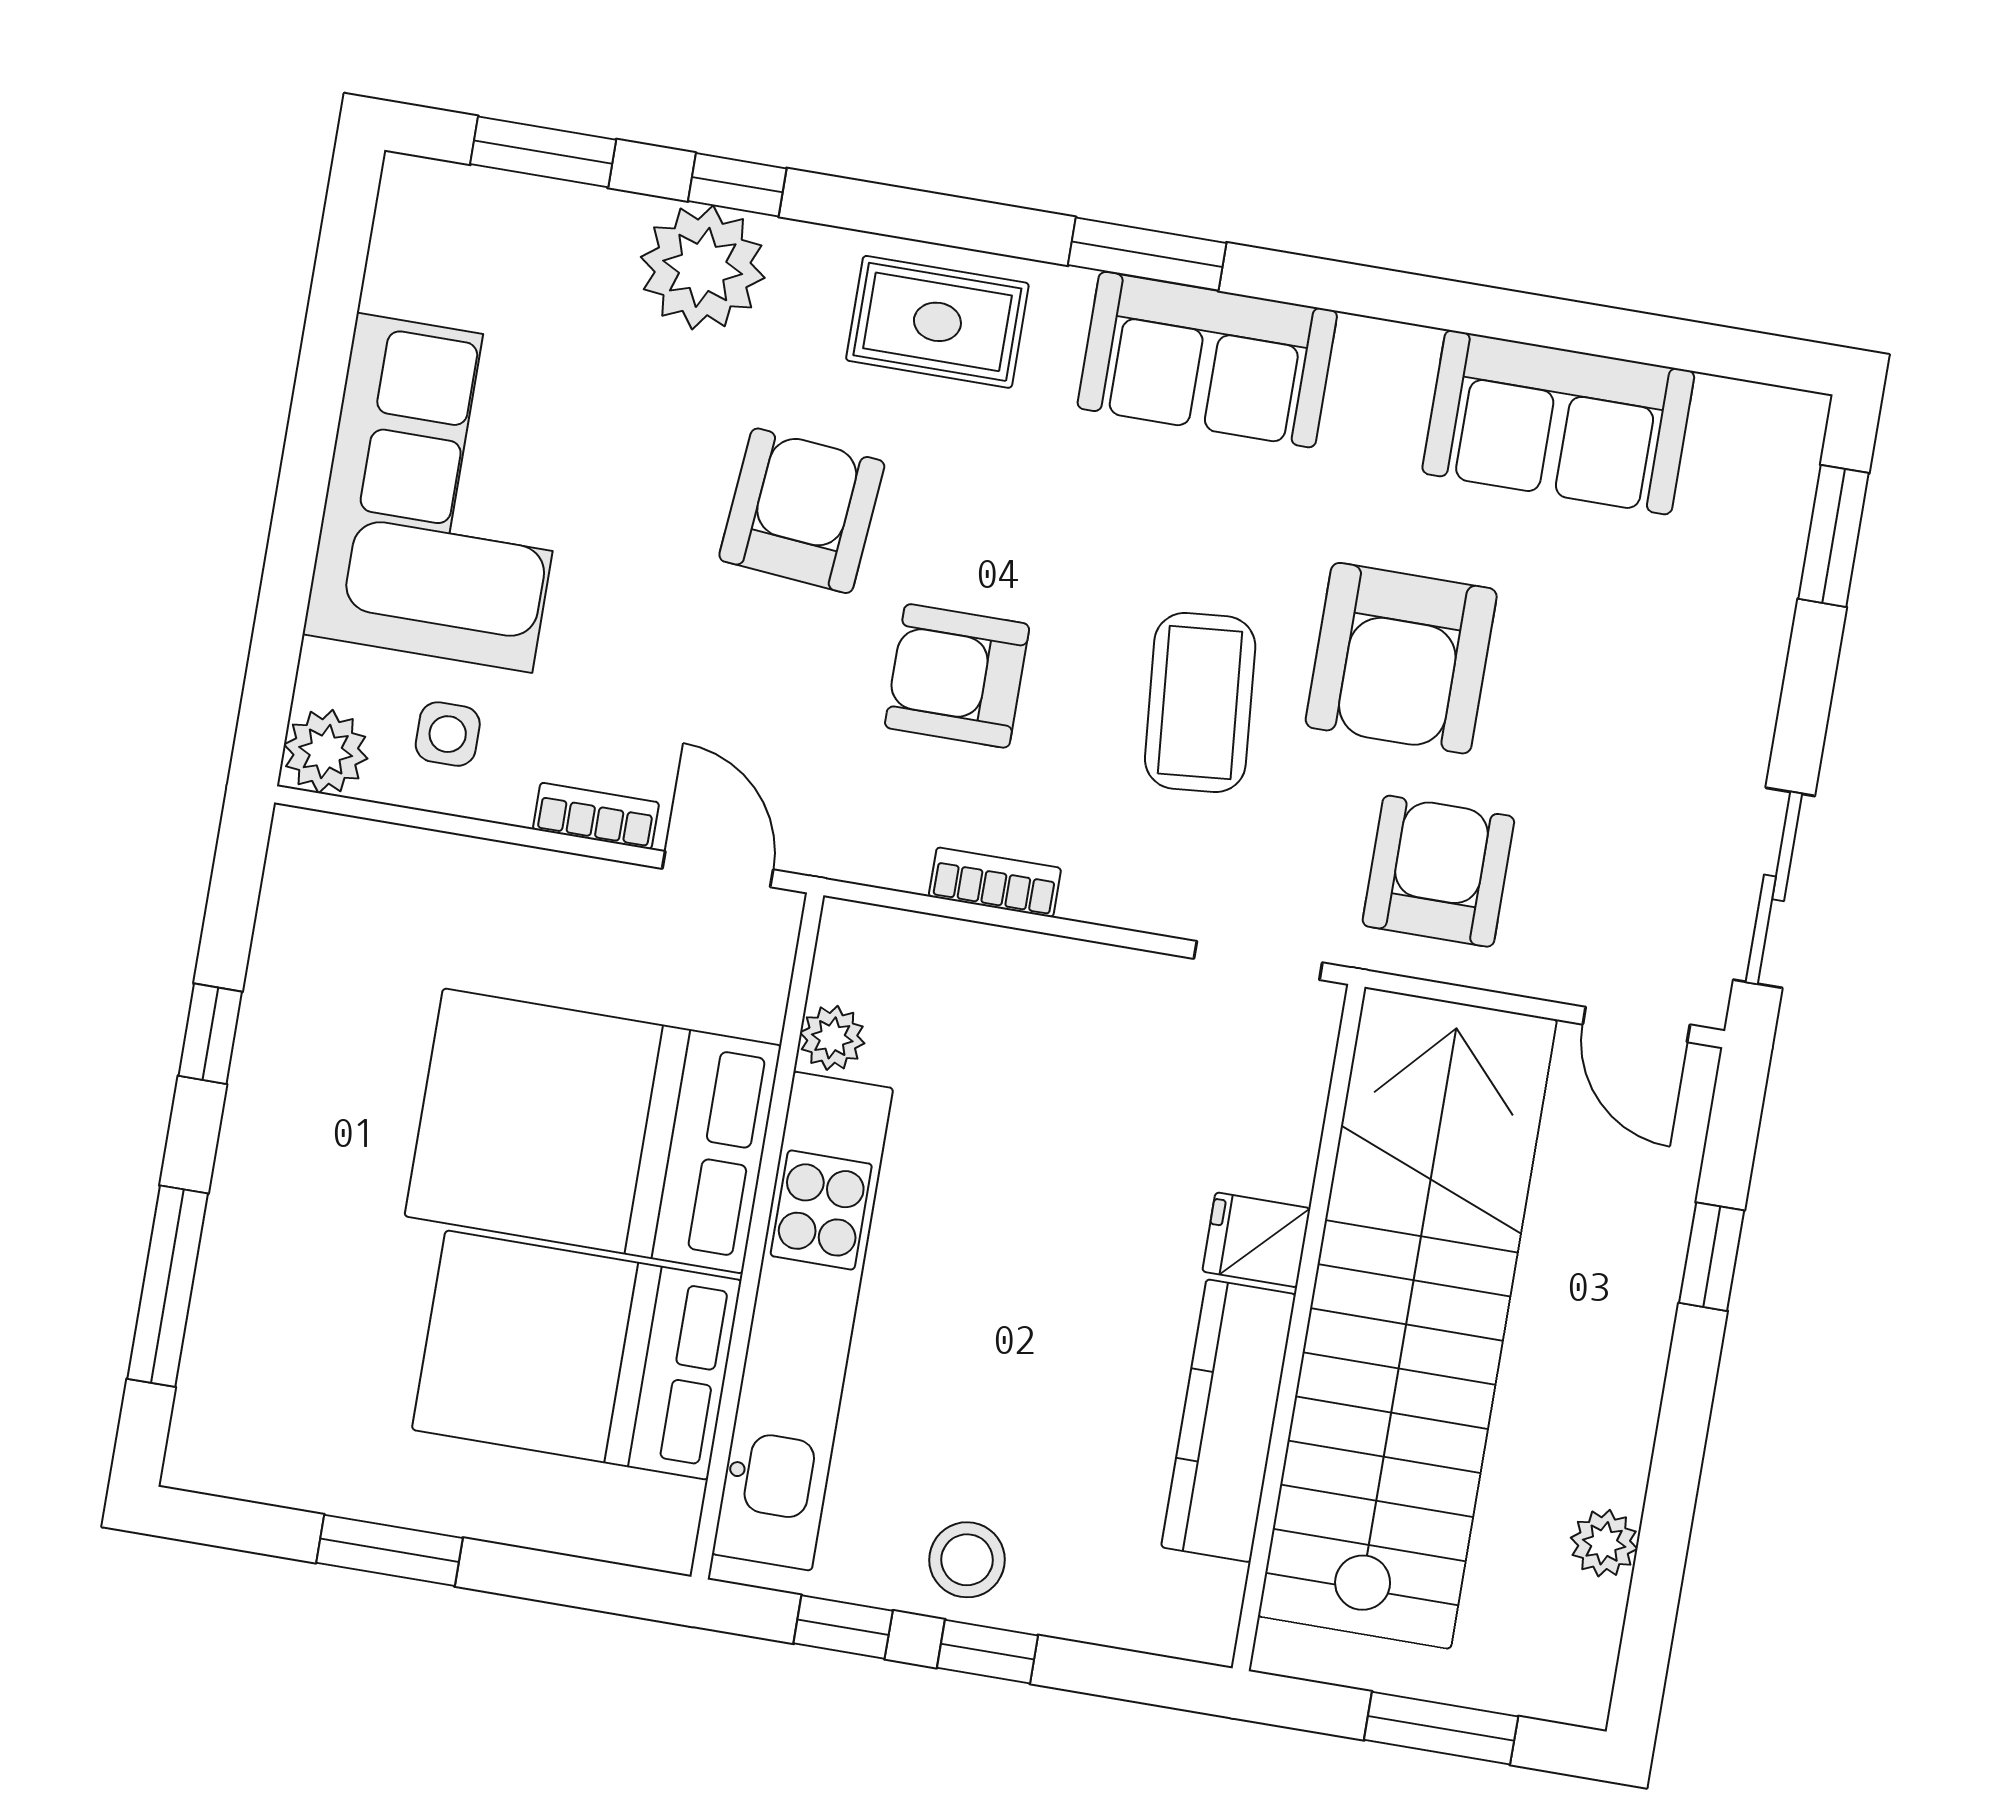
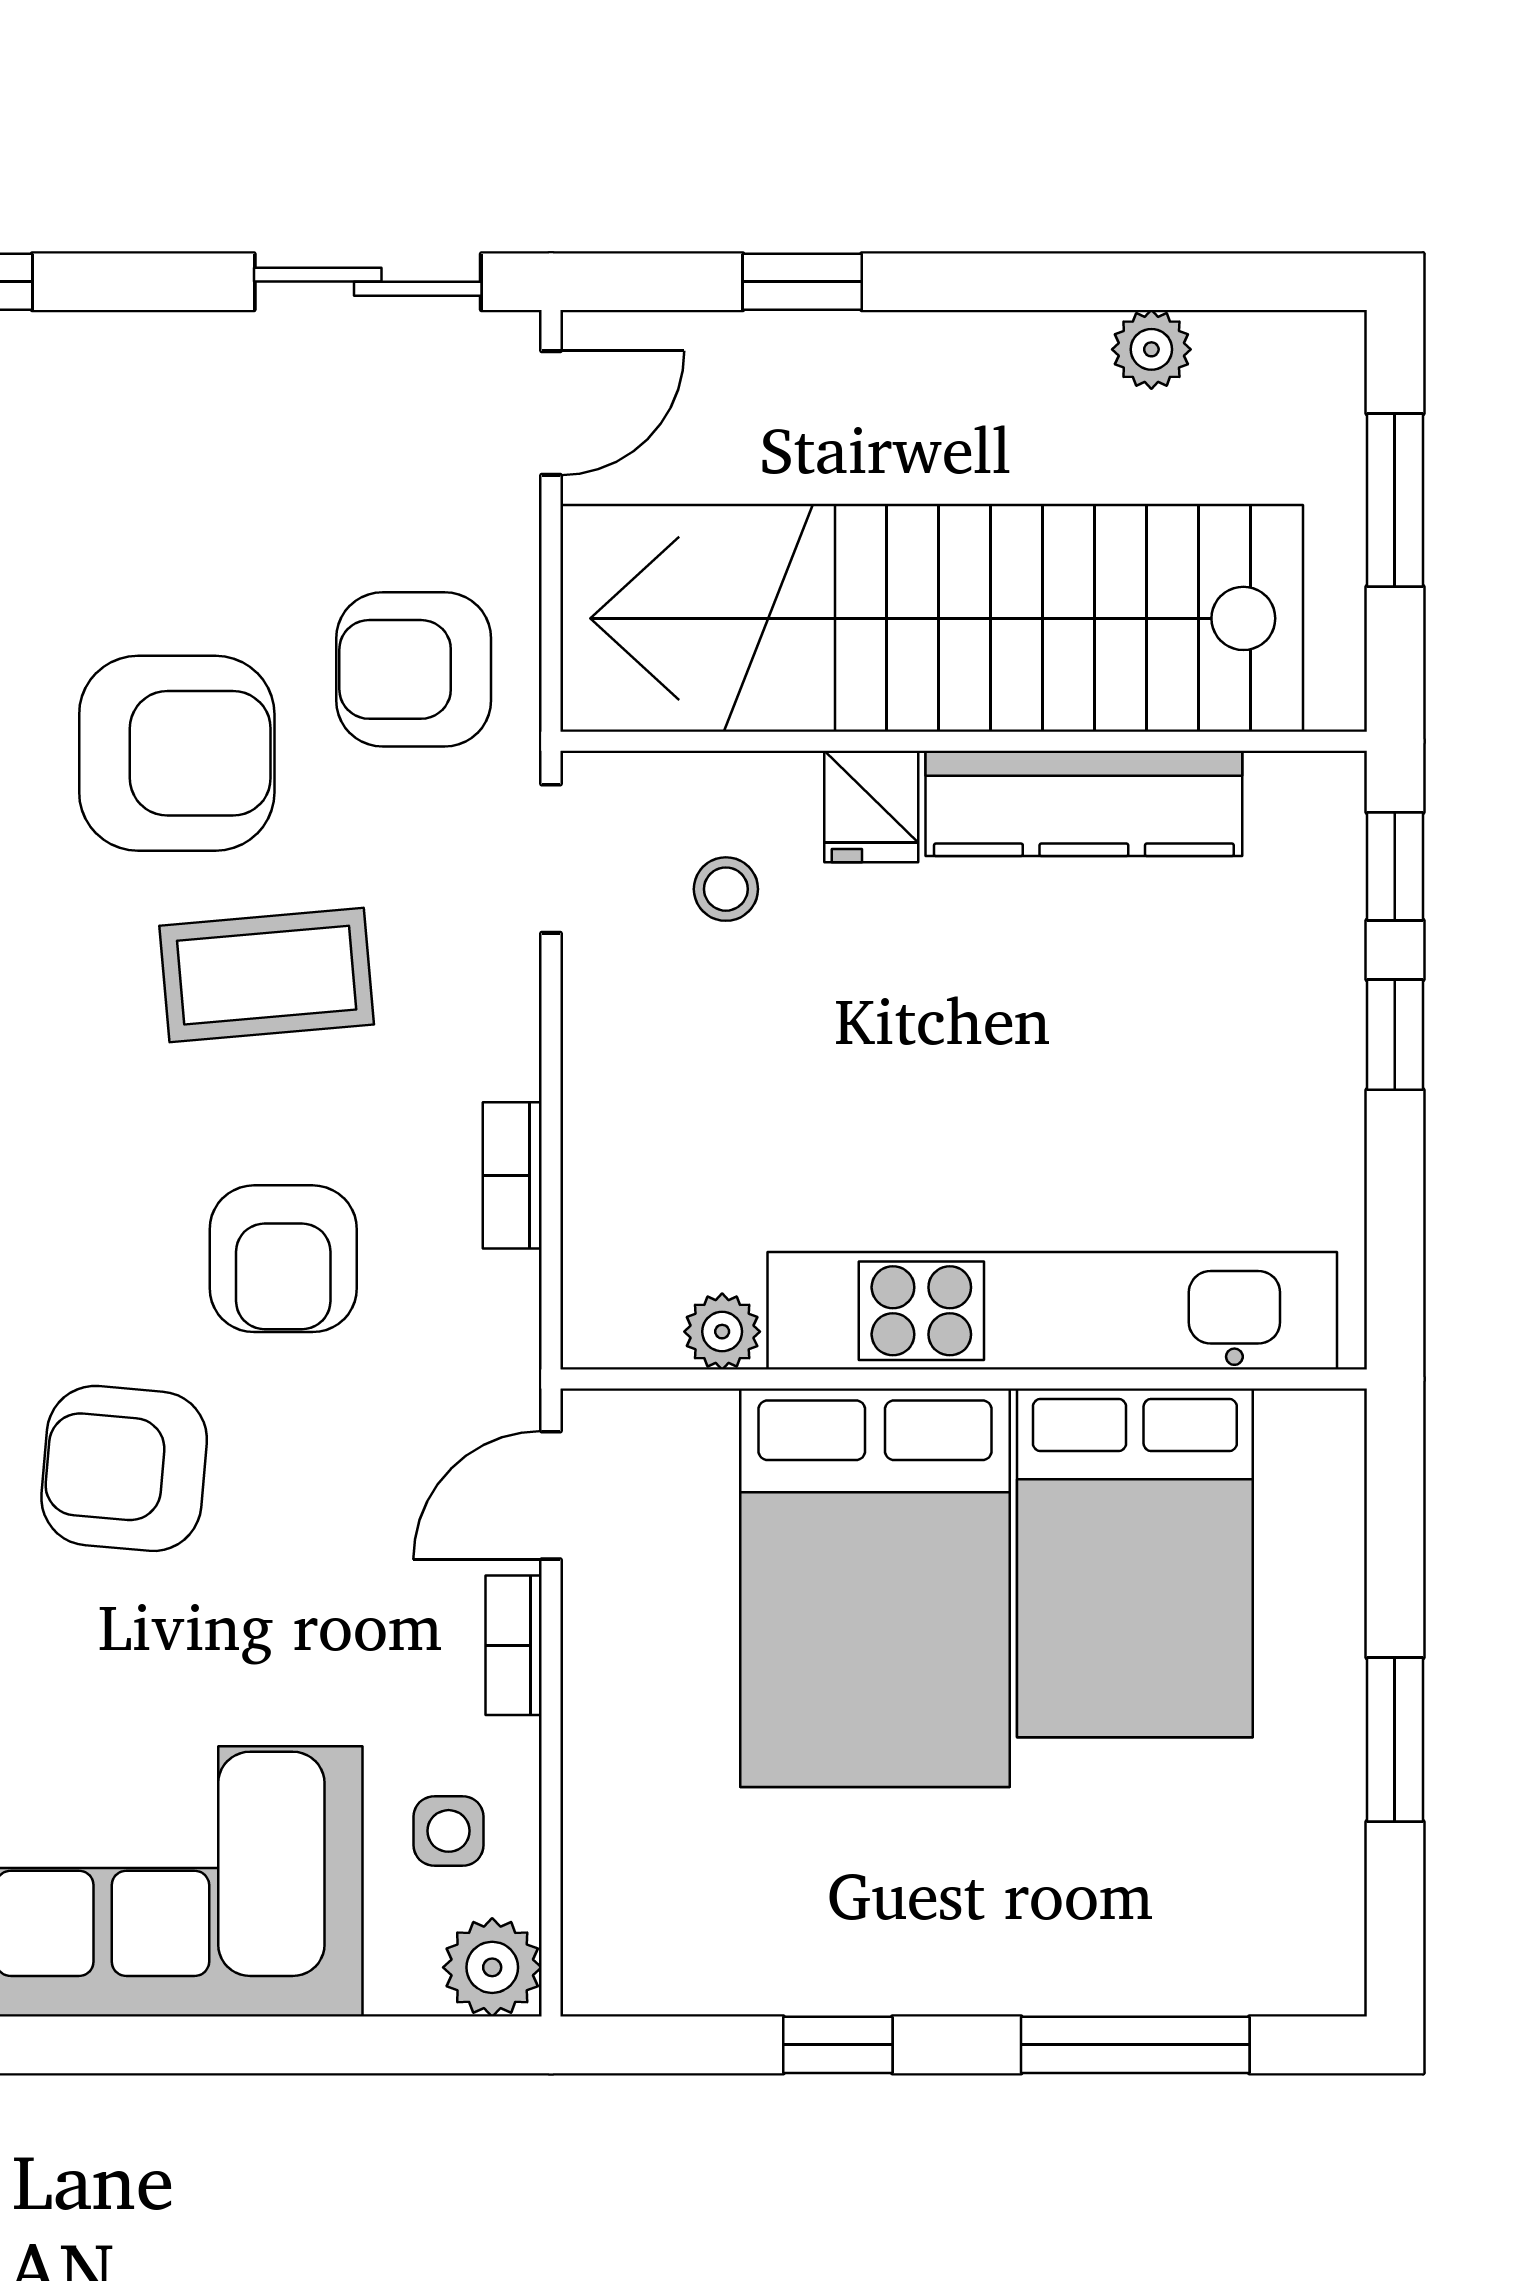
stool: (967, 1560) -> (726, 889), moved, width x0.73, depth x0.73
window: (843, 1627) -> (1395, 866), moved

